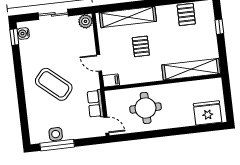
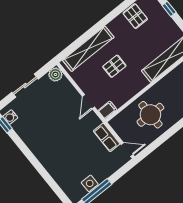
pallet: (141, 46) -> (114, 66), turned 90
door: (99, 63) -> (88, 102), hinge flipped
coffee table: (54, 84) -> (62, 143), removed

